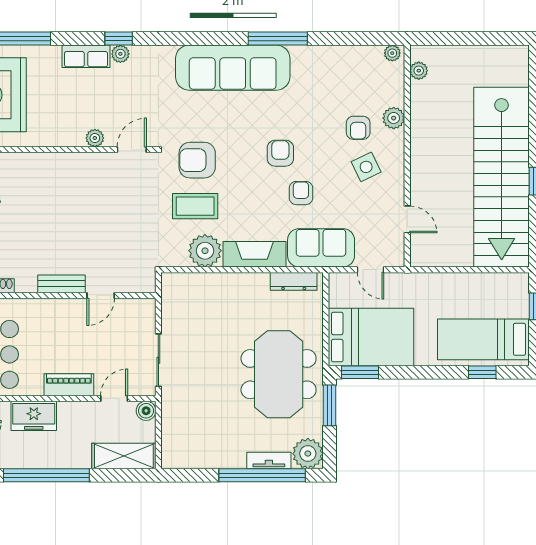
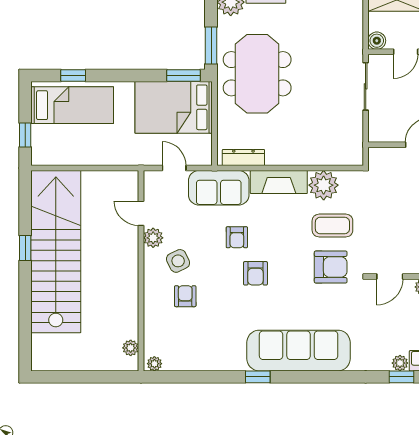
window: (278, 39) -> (258, 377), width x0.46
plant: (394, 118) -> (153, 238), moved

